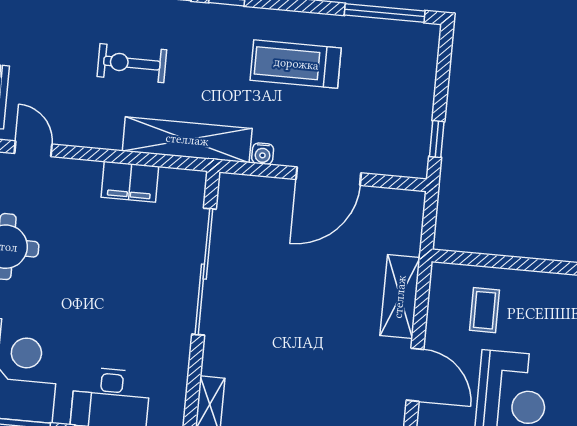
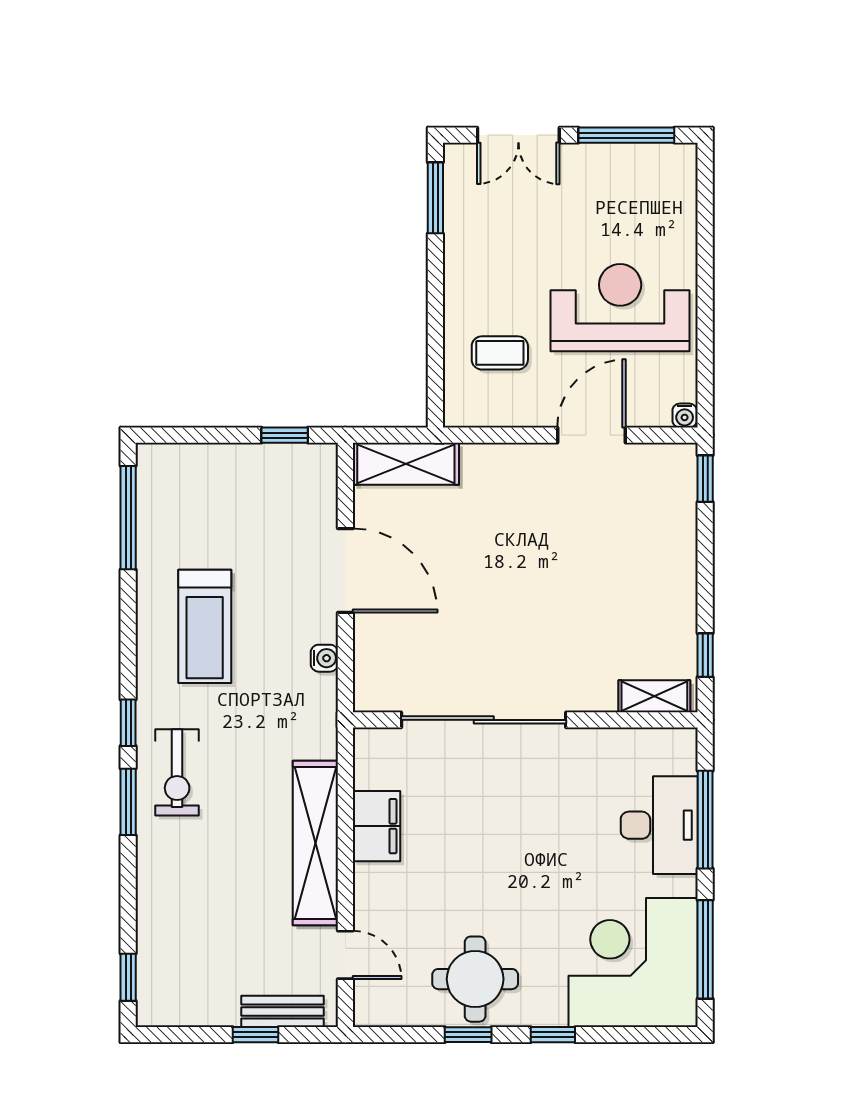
exercise bike: (132, 63) -> (177, 772), moved
shelving: (187, 140) -> (315, 843), moved
door: (33, 149) -> (345, 955), swing flipped
shelving: (400, 297) -> (406, 464), moved

